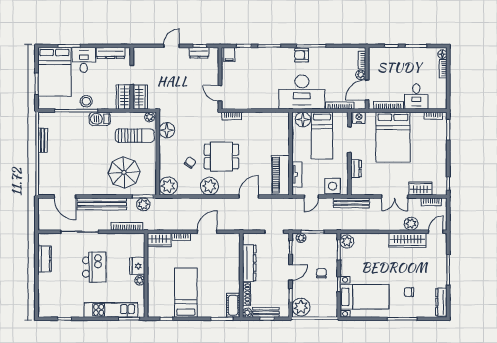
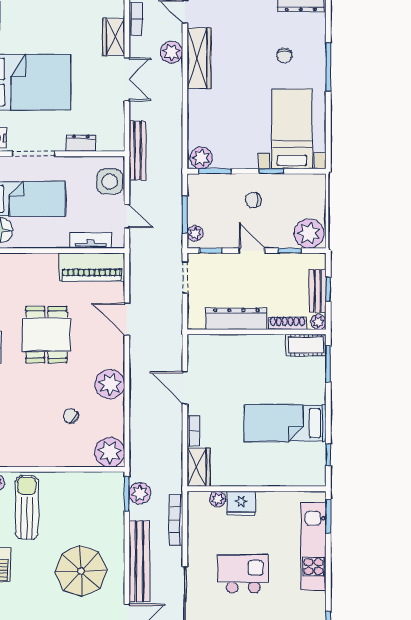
floor lamp: (167, 130) -> (18, 454), removed
dining table: (221, 157) -> (46, 335), moved
parasol: (124, 172) -> (81, 571), moved
plant: (140, 280) -> (218, 499), moved

